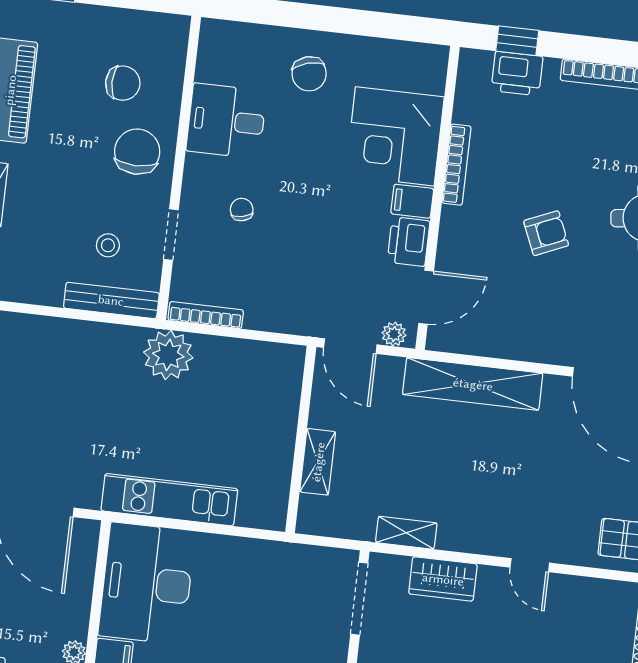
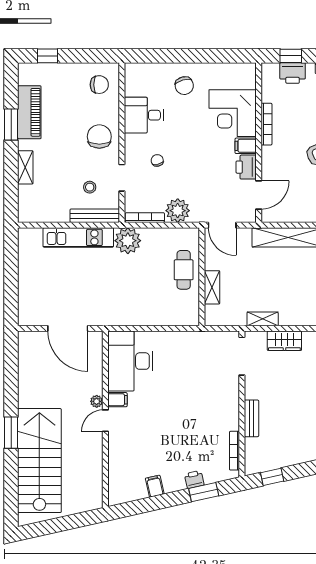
chair: (123, 83) -> (99, 85), moved
plant: (394, 334) -> (178, 211), moved, width x1.87, depth x1.87
cafe table: (268, 422) -> (184, 270), added
kitchen unit: (169, 500) -> (78, 237), moved, turned 180

